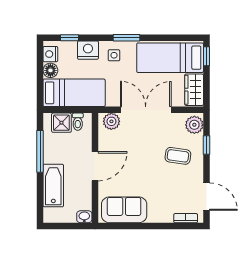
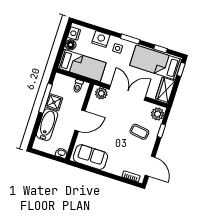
window: (70, 38) -> (160, 49), moved
shower: (61, 123) -> (54, 102), moved

